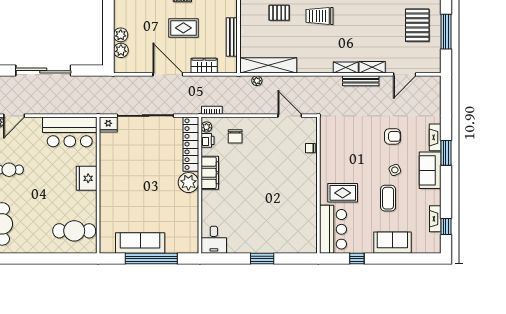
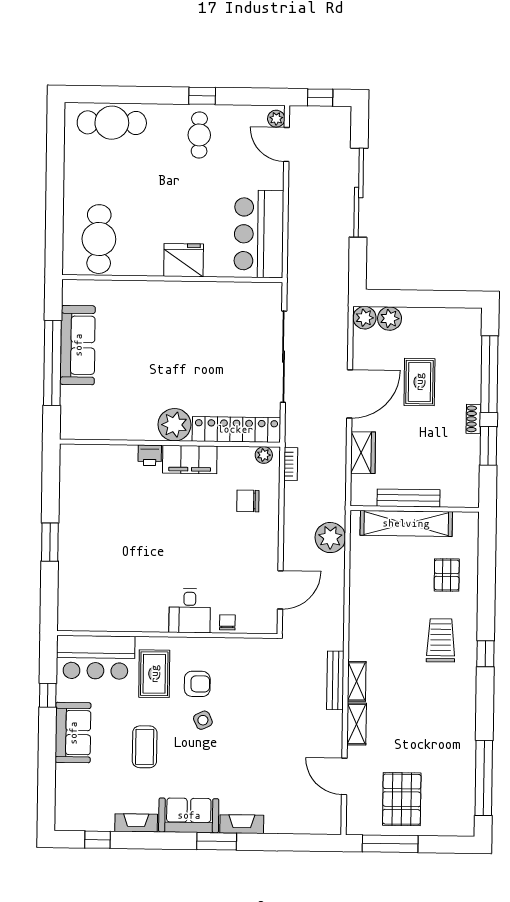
pallet: (417, 25) -> (402, 799), moved, turned 90
rug: (183, 28) -> (419, 382), moved
window: (446, 32) -> (390, 844), moved
plant: (121, 35) -> (365, 318), moved
shelving: (268, 65) -> (406, 523), moved, turned 90
plant: (257, 81) -> (330, 538), width x1.88, depth x1.88
bench: (361, 81) -> (335, 680), moved
fridge: (108, 124) -> (270, 296), removed
armchair: (392, 136) -> (197, 684), moved, turned -90
printer: (208, 140) -> (150, 455), moved
side table: (395, 170) -> (203, 720), moved
coffee table: (388, 198) -> (145, 747), turned 90
fireplace: (435, 219) -> (136, 823), moved
desk: (214, 240) -> (190, 611), moved, turned -90
sofa: (392, 243) -> (73, 733), moved

